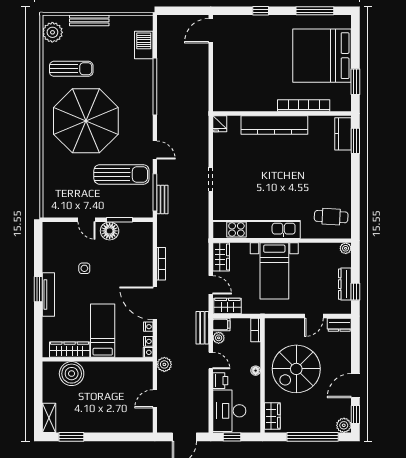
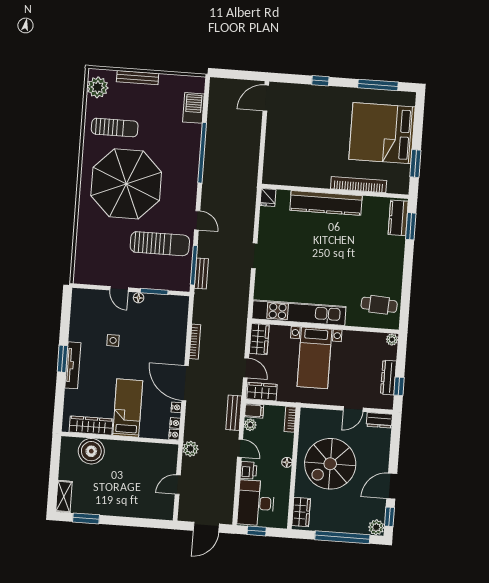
floor lamp: (110, 231) -> (139, 298), width x0.53, depth x0.53

